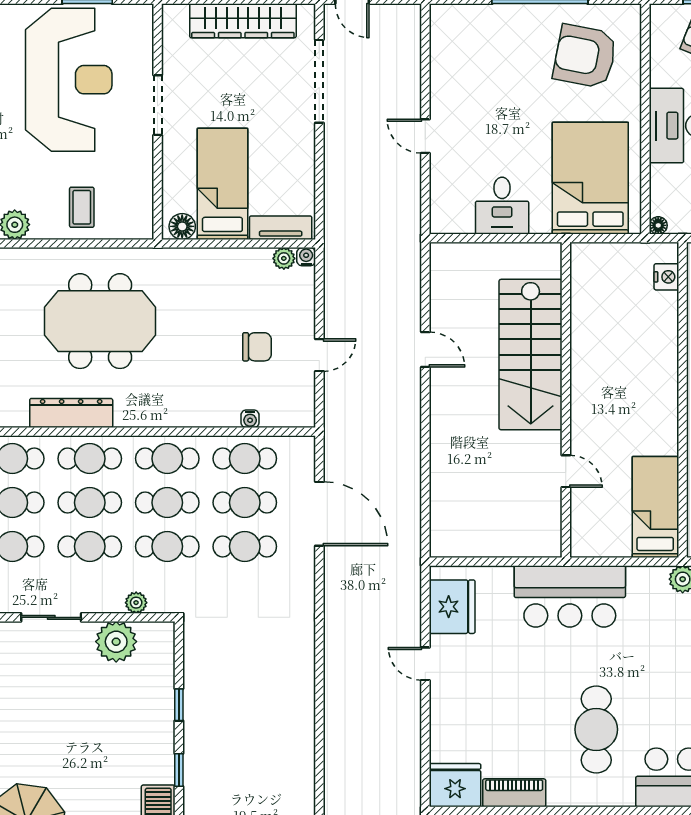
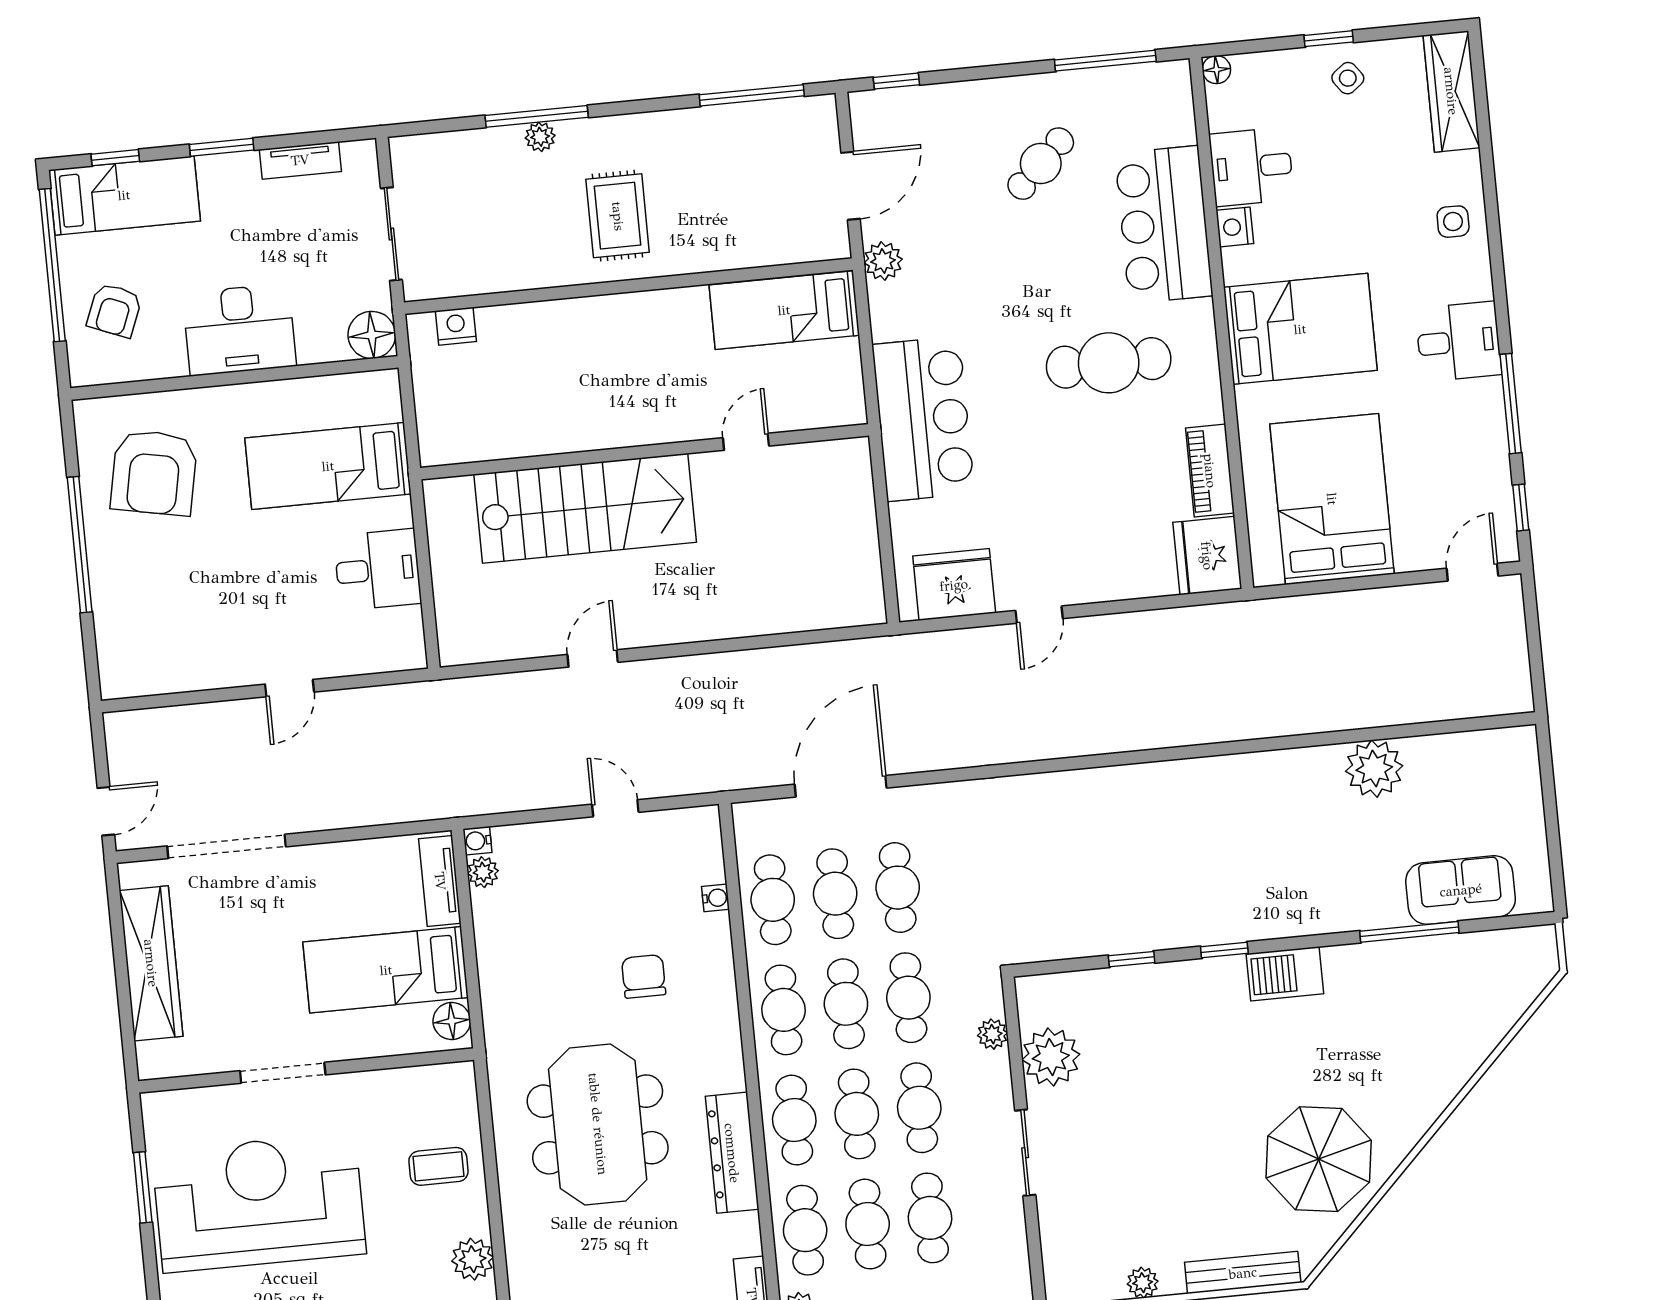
bed: (590, 178) -> (328, 466), width x0.67
floor lamp: (658, 225) -> (372, 335), width x1.89, depth x1.89
chair: (257, 347) -> (644, 976), moved

